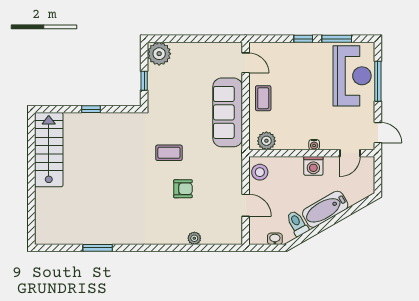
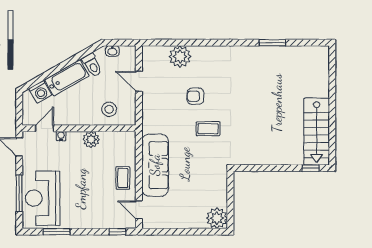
window: (303, 39) -> (117, 232), moved
window: (144, 81) -> (230, 194), removed
window: (91, 109) -> (311, 168), moved
plant: (266, 141) -> (91, 140), moved
water cooler: (314, 145) -> (61, 136), moved
washing machine: (313, 166) -> (40, 92), moved, turned 150
stool: (260, 172) -> (109, 109), moved
plant: (194, 238) -> (180, 57), width x1.87, depth x1.87

